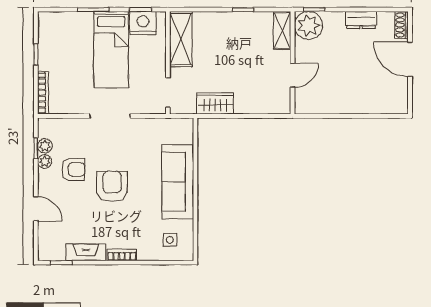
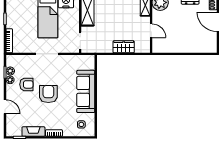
door: (293, 75) -> (151, 31), hinge flipped
wardrobe: (215, 103) -> (124, 47), moved

